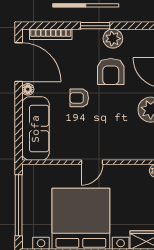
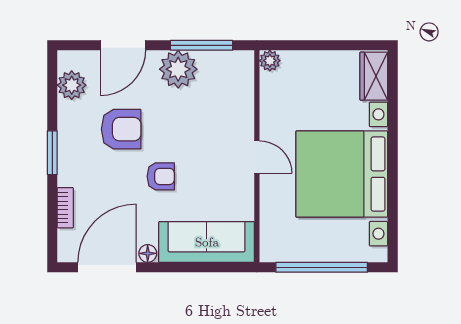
bookcase: (51, 34) -> (65, 208), width x0.64
plant: (113, 39) -> (72, 85), moved
armchair: (79, 98) -> (161, 176), turned -90

